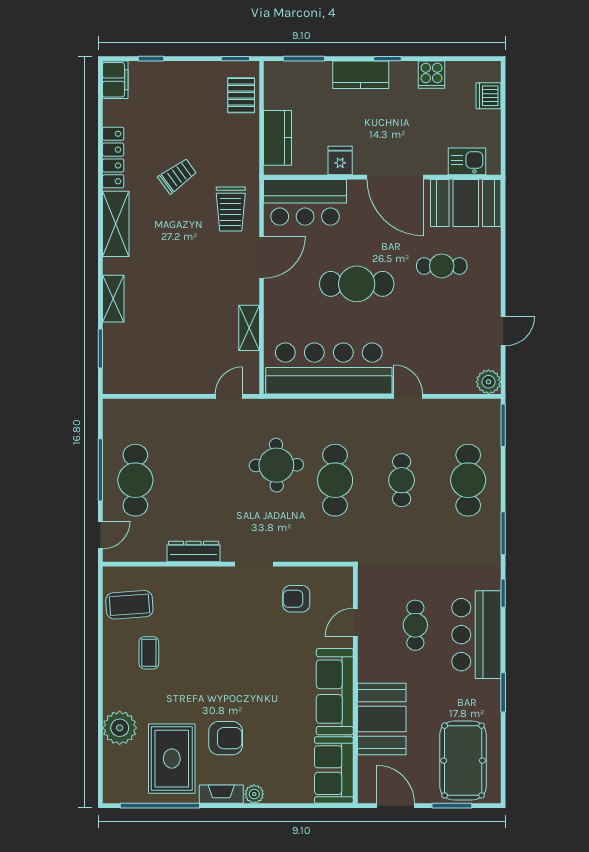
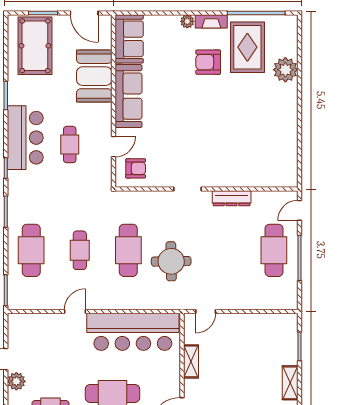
plant: (489, 382) -> (16, 381), moved
door: (408, 396) -> (75, 311), swing flipped
armchair: (296, 599) -> (136, 168), moved
coffee table: (129, 605) -> (278, 159), removed
coffee table: (149, 653) -> (264, 124), removed

